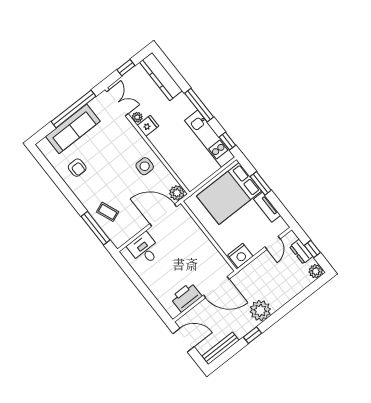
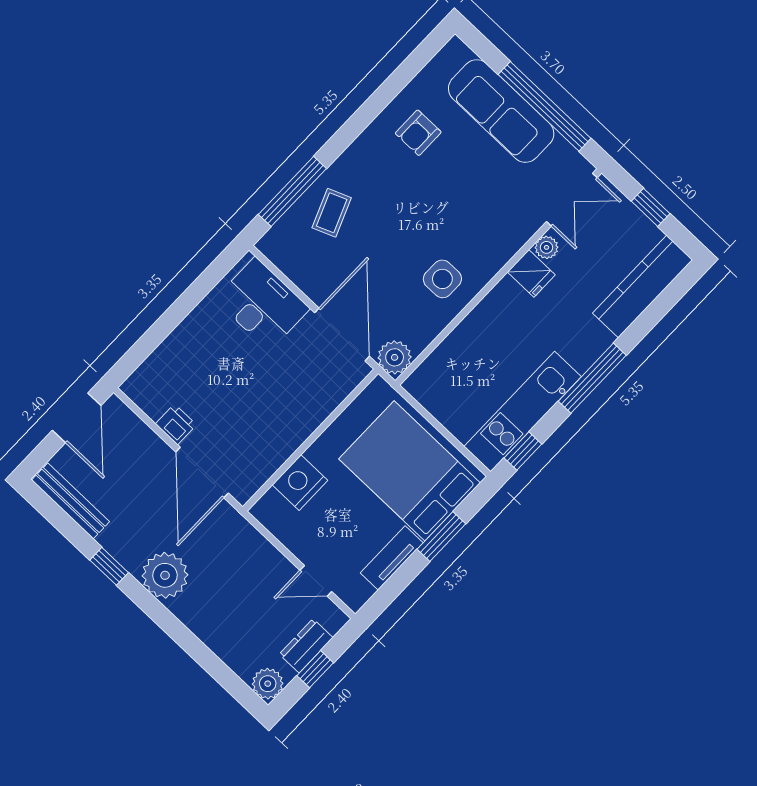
desk: (144, 249) -> (262, 304), width x1.37
nightstand: (240, 256) -> (300, 483), moved, turned 90
printer: (186, 297) -> (176, 424), width x0.53, depth x0.68

